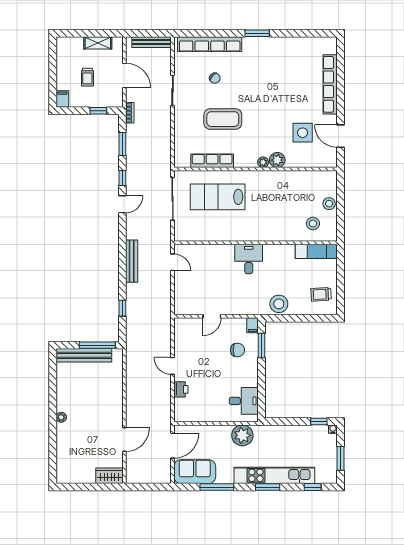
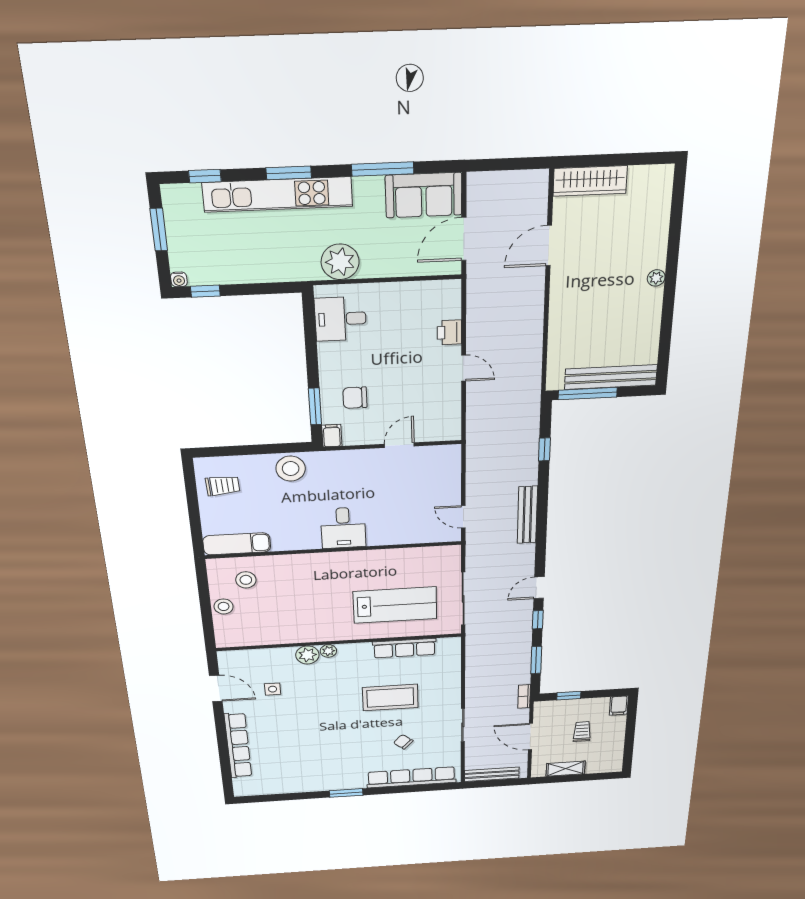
side table: (303, 133) -> (273, 689), width x0.54, depth x0.54
wardrobe: (109, 476) -> (590, 181), width x1.50

